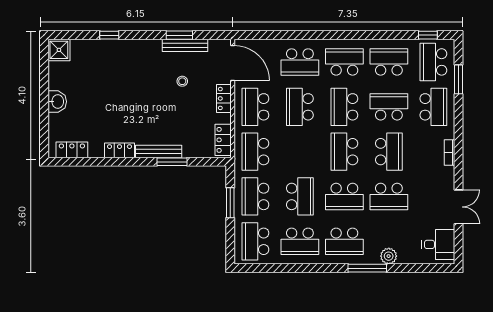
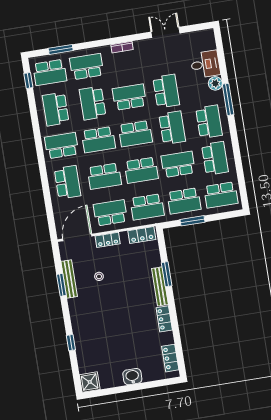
school desk: (344, 62) -> (62, 146), turned 90
school desk: (255, 107) -> (110, 213), turned 180
school desk: (300, 152) -> (141, 170), added
desk: (438, 244) -> (205, 64), moved, turned 90

